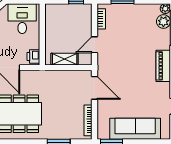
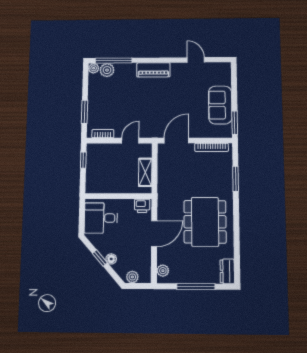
door: (95, 45) -> (130, 141), swing flipped
sofa: (135, 129) -> (220, 105), width x0.73

